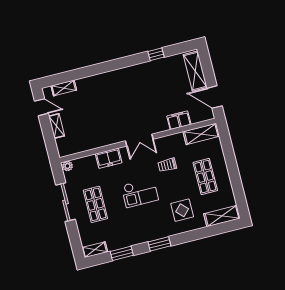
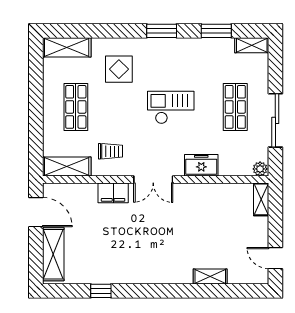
shelving: (64, 88) -> (210, 277), moved
filing cabinet: (179, 120) -> (113, 193), moved
shelving: (57, 126) -> (261, 199), moved
double door: (139, 140) -> (153, 179), swing flipped
trolley: (167, 165) -> (110, 151), moved

